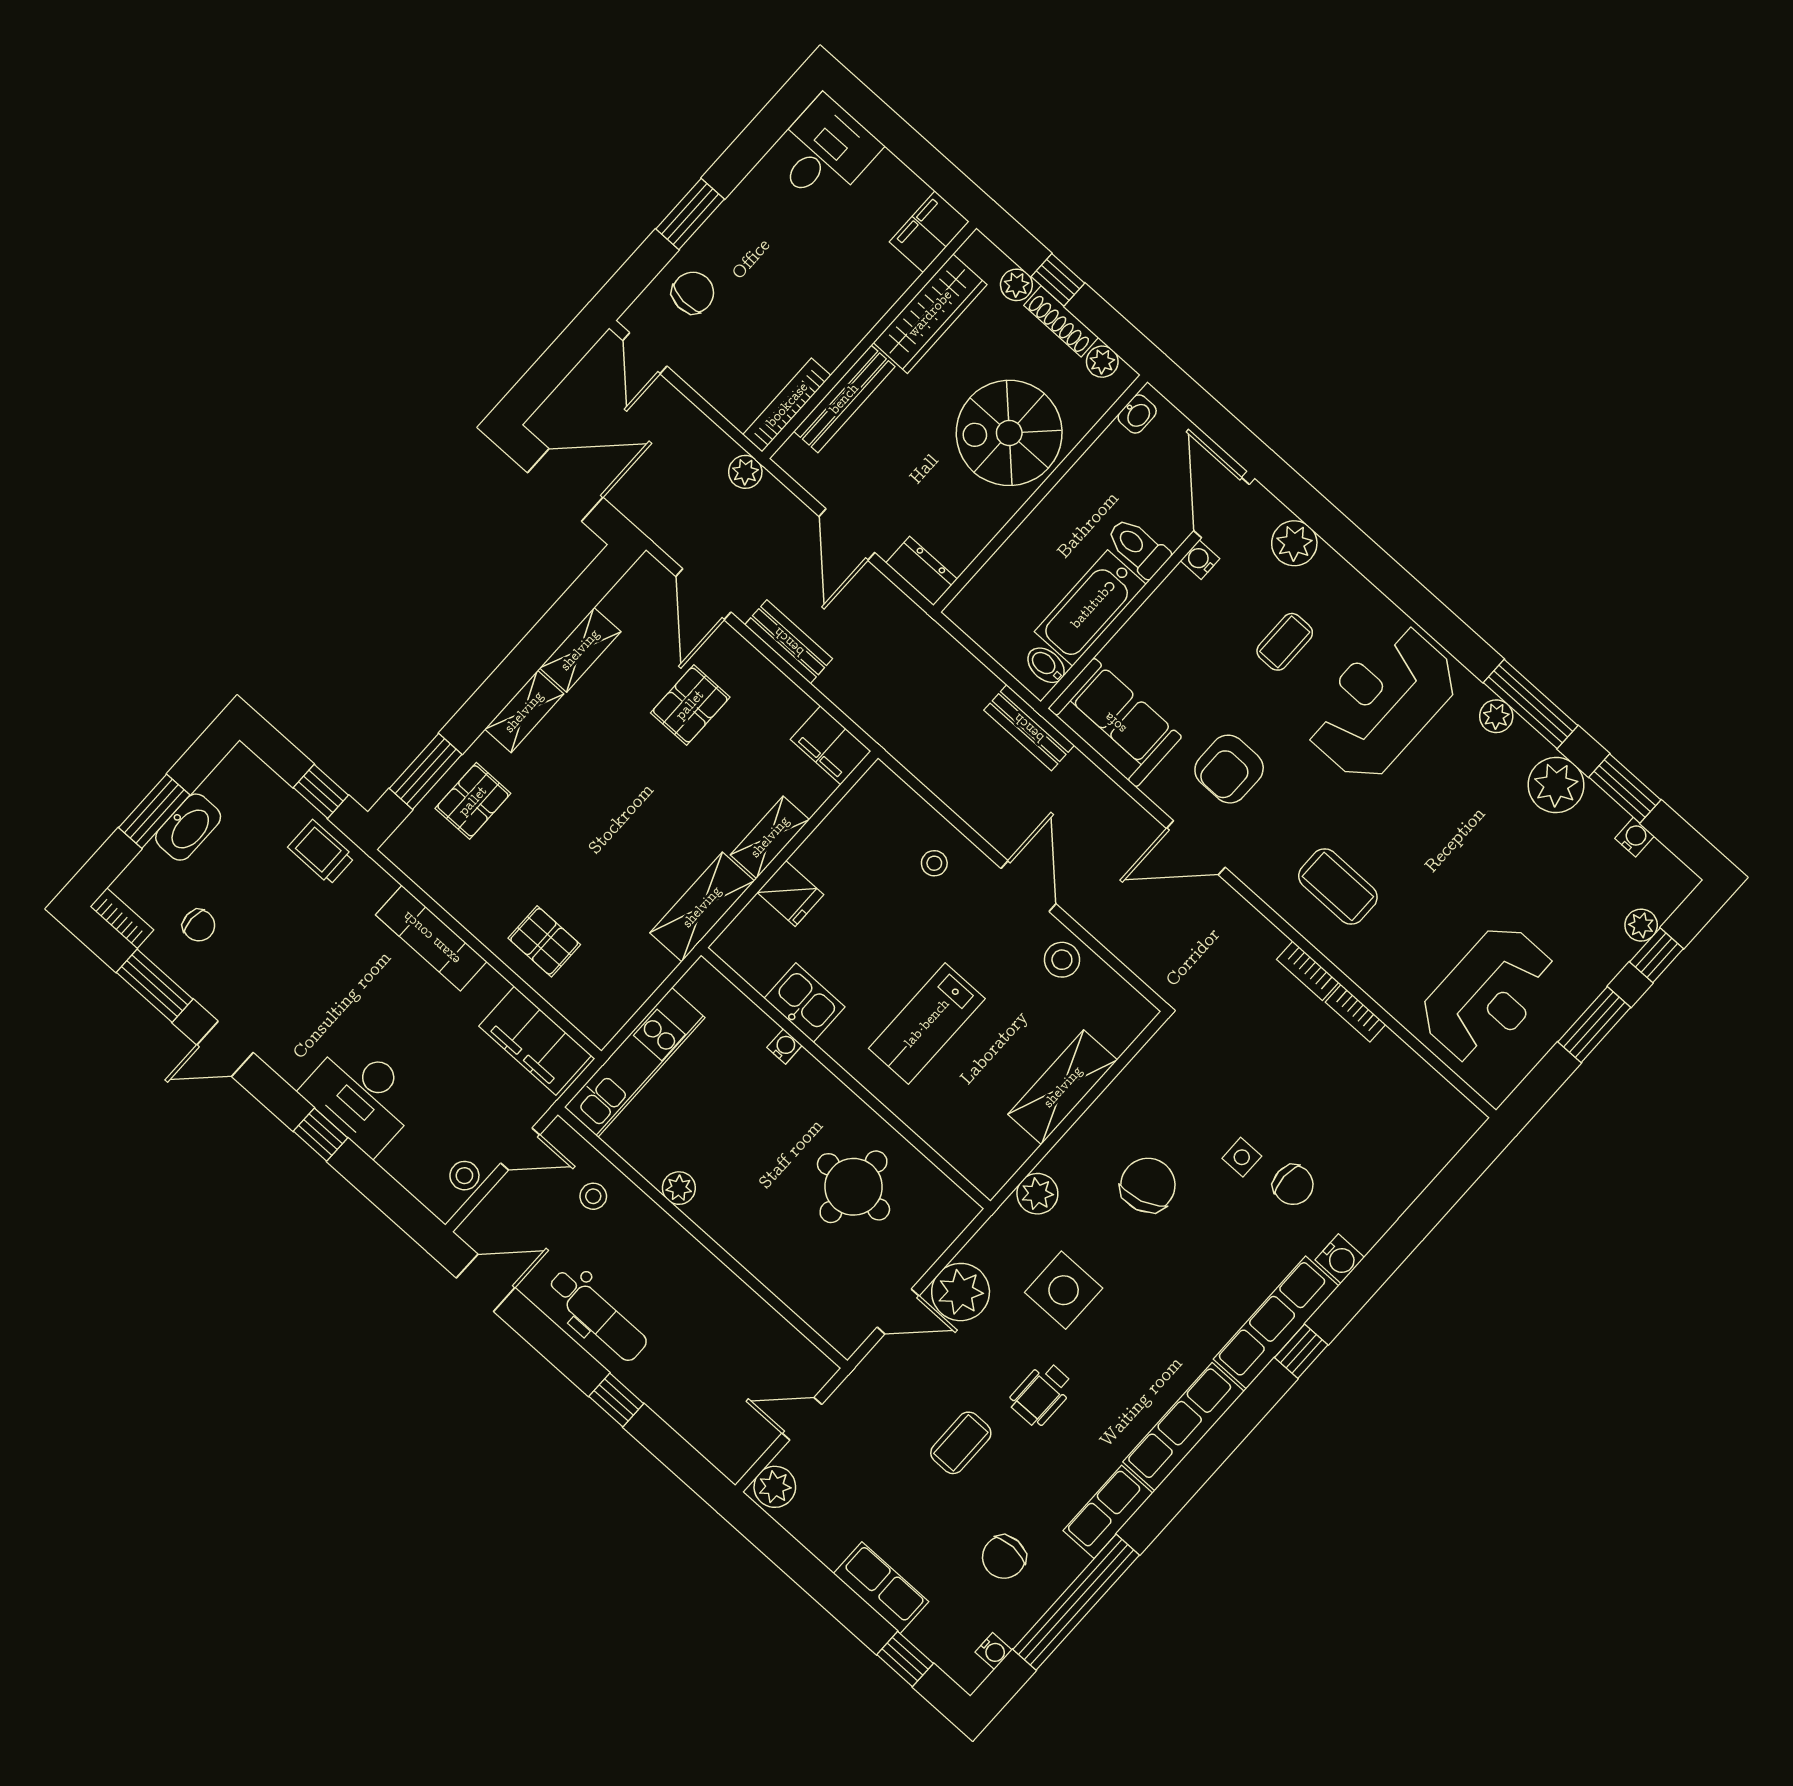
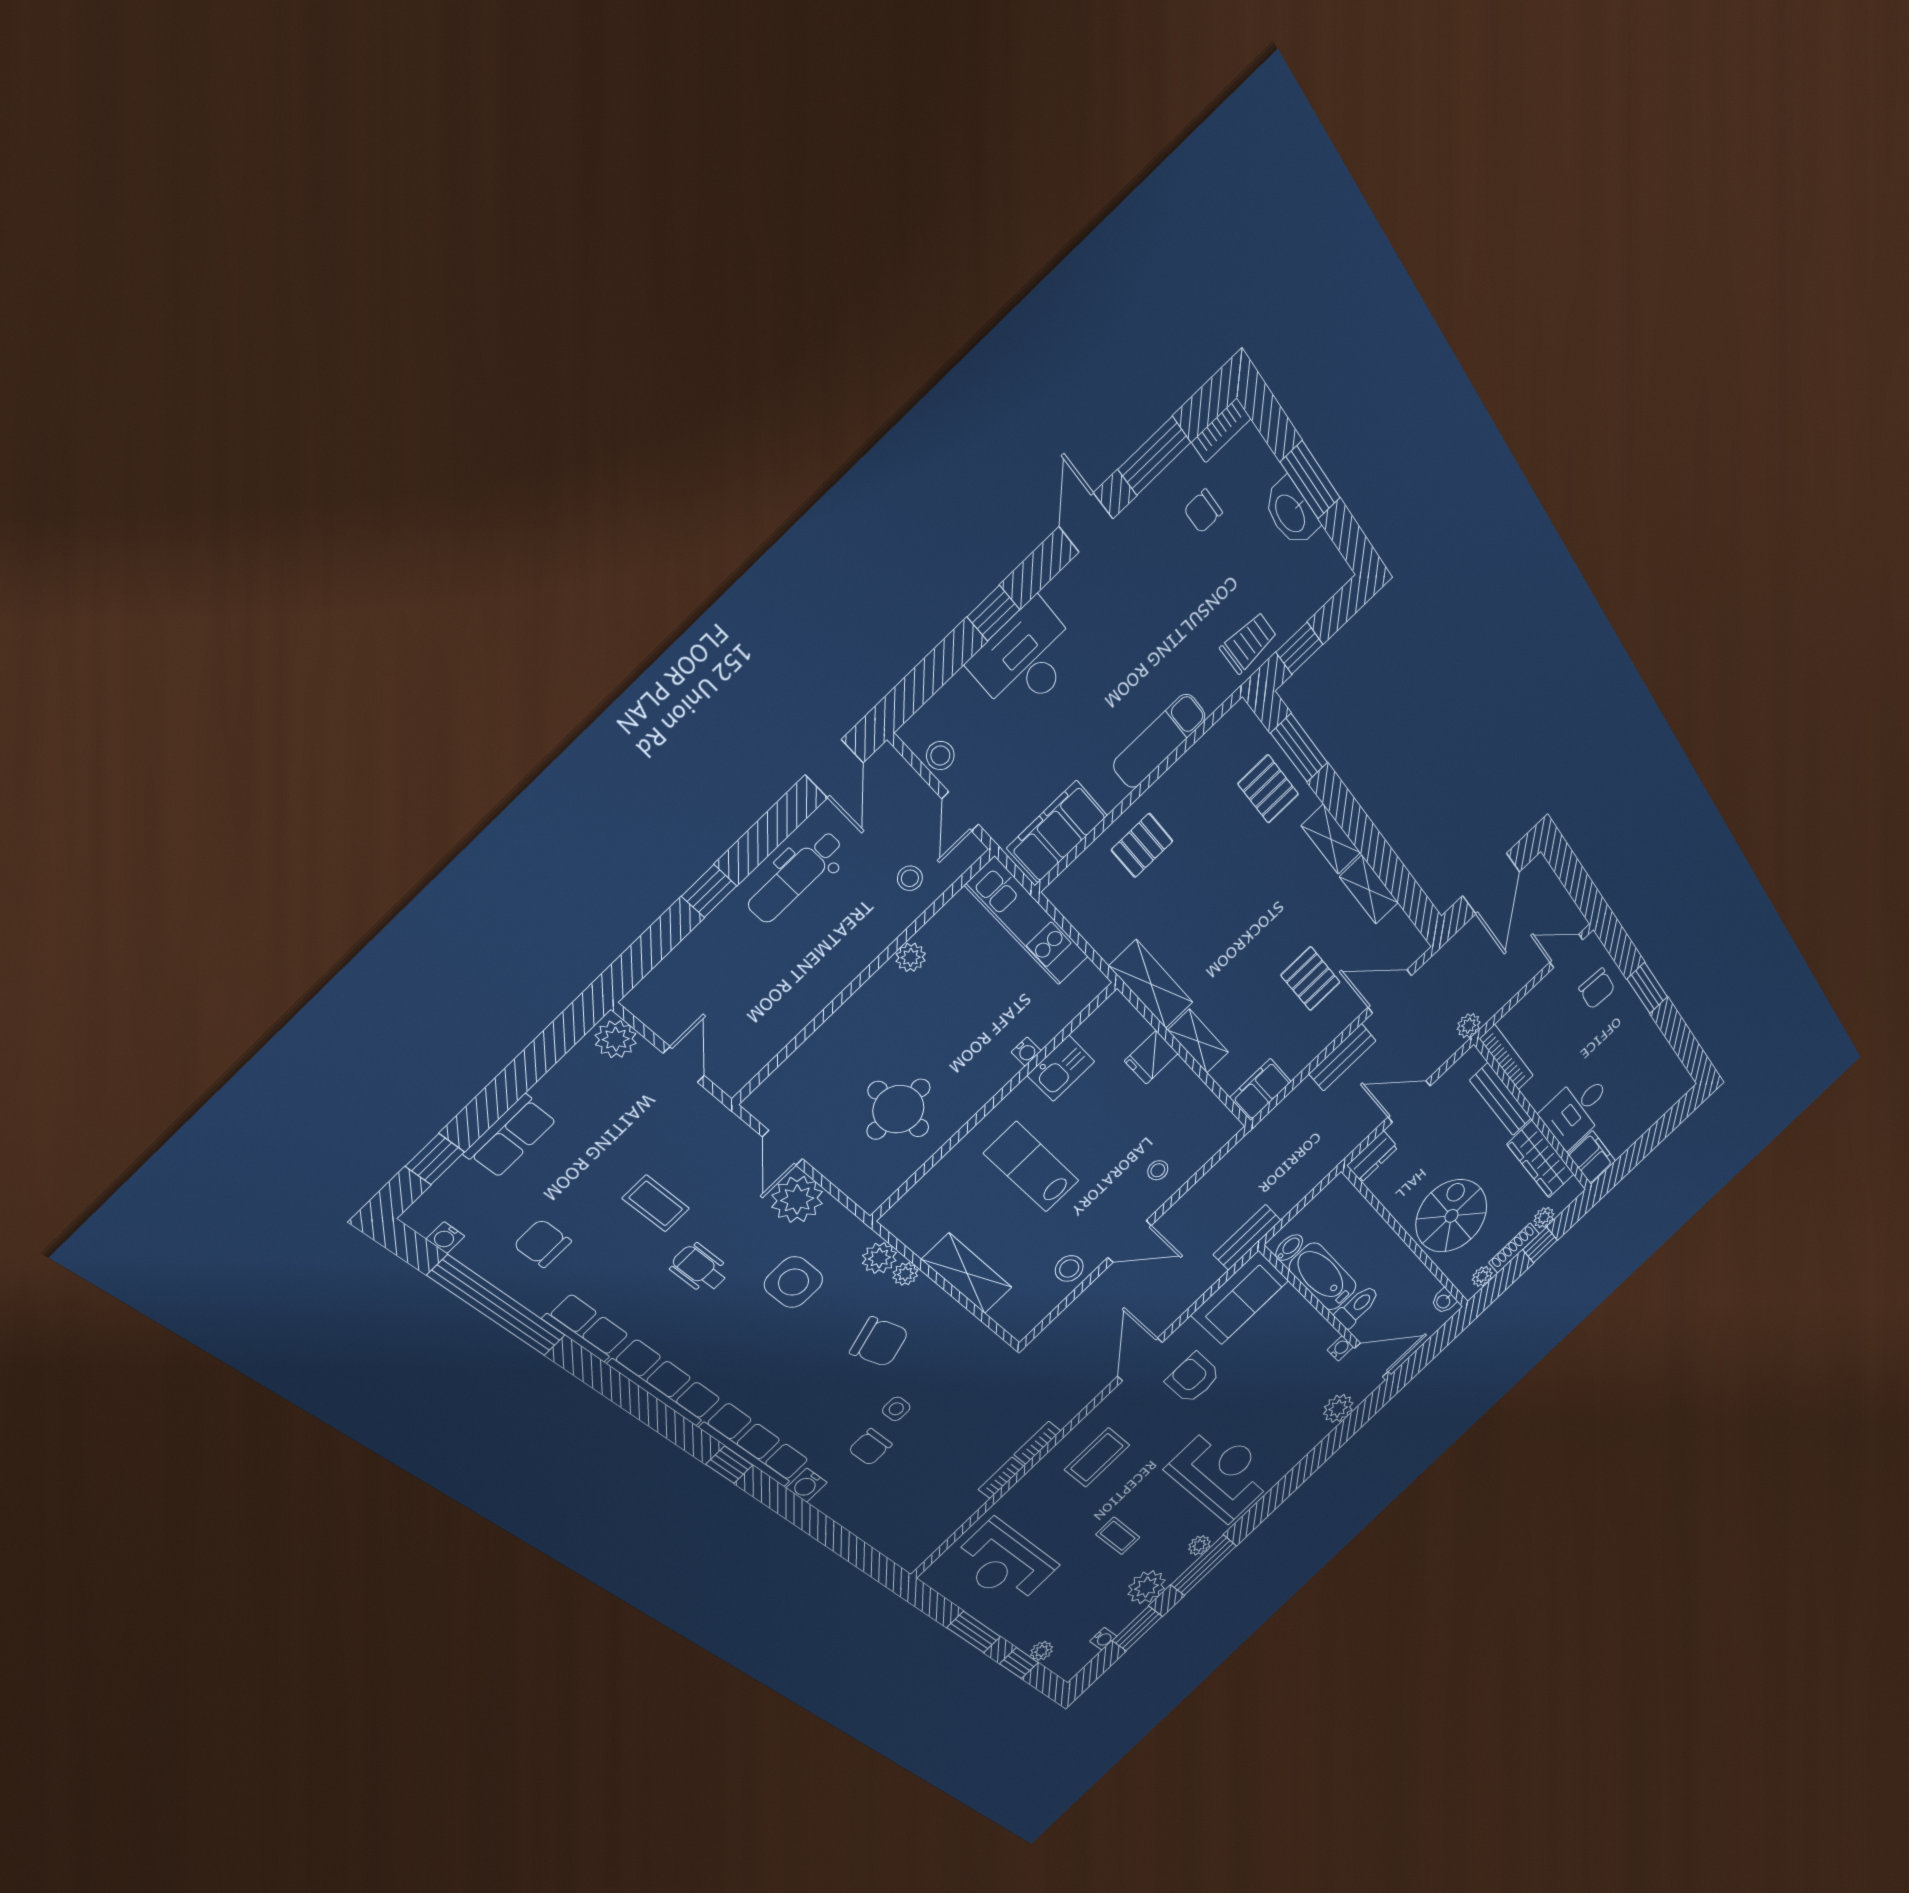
desk: (824, 152) -> (1577, 1110), moved, turned 90
coffee table: (1285, 642) -> (1118, 1536), moved
plant: (1059, 1161) -> (905, 1274), added

